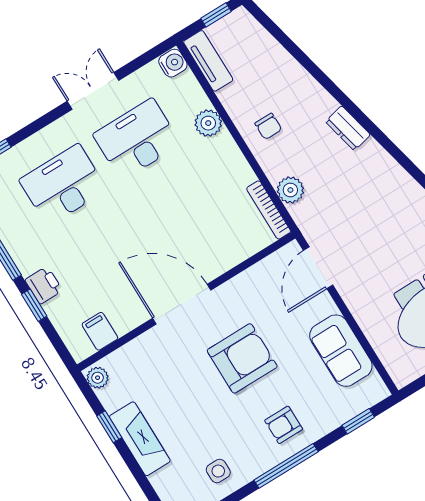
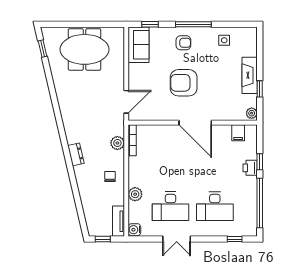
sofa: (341, 351) -> (139, 45), moved

